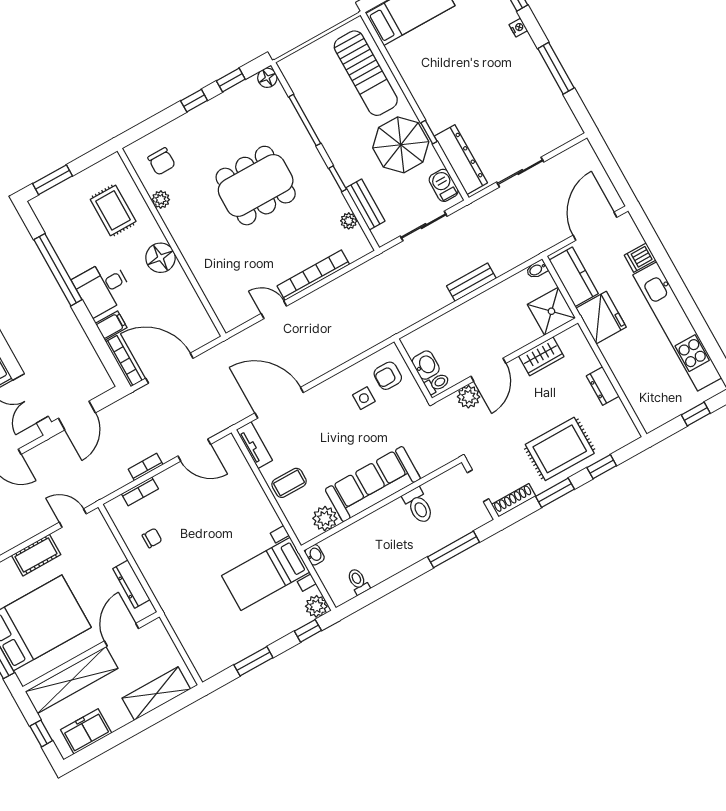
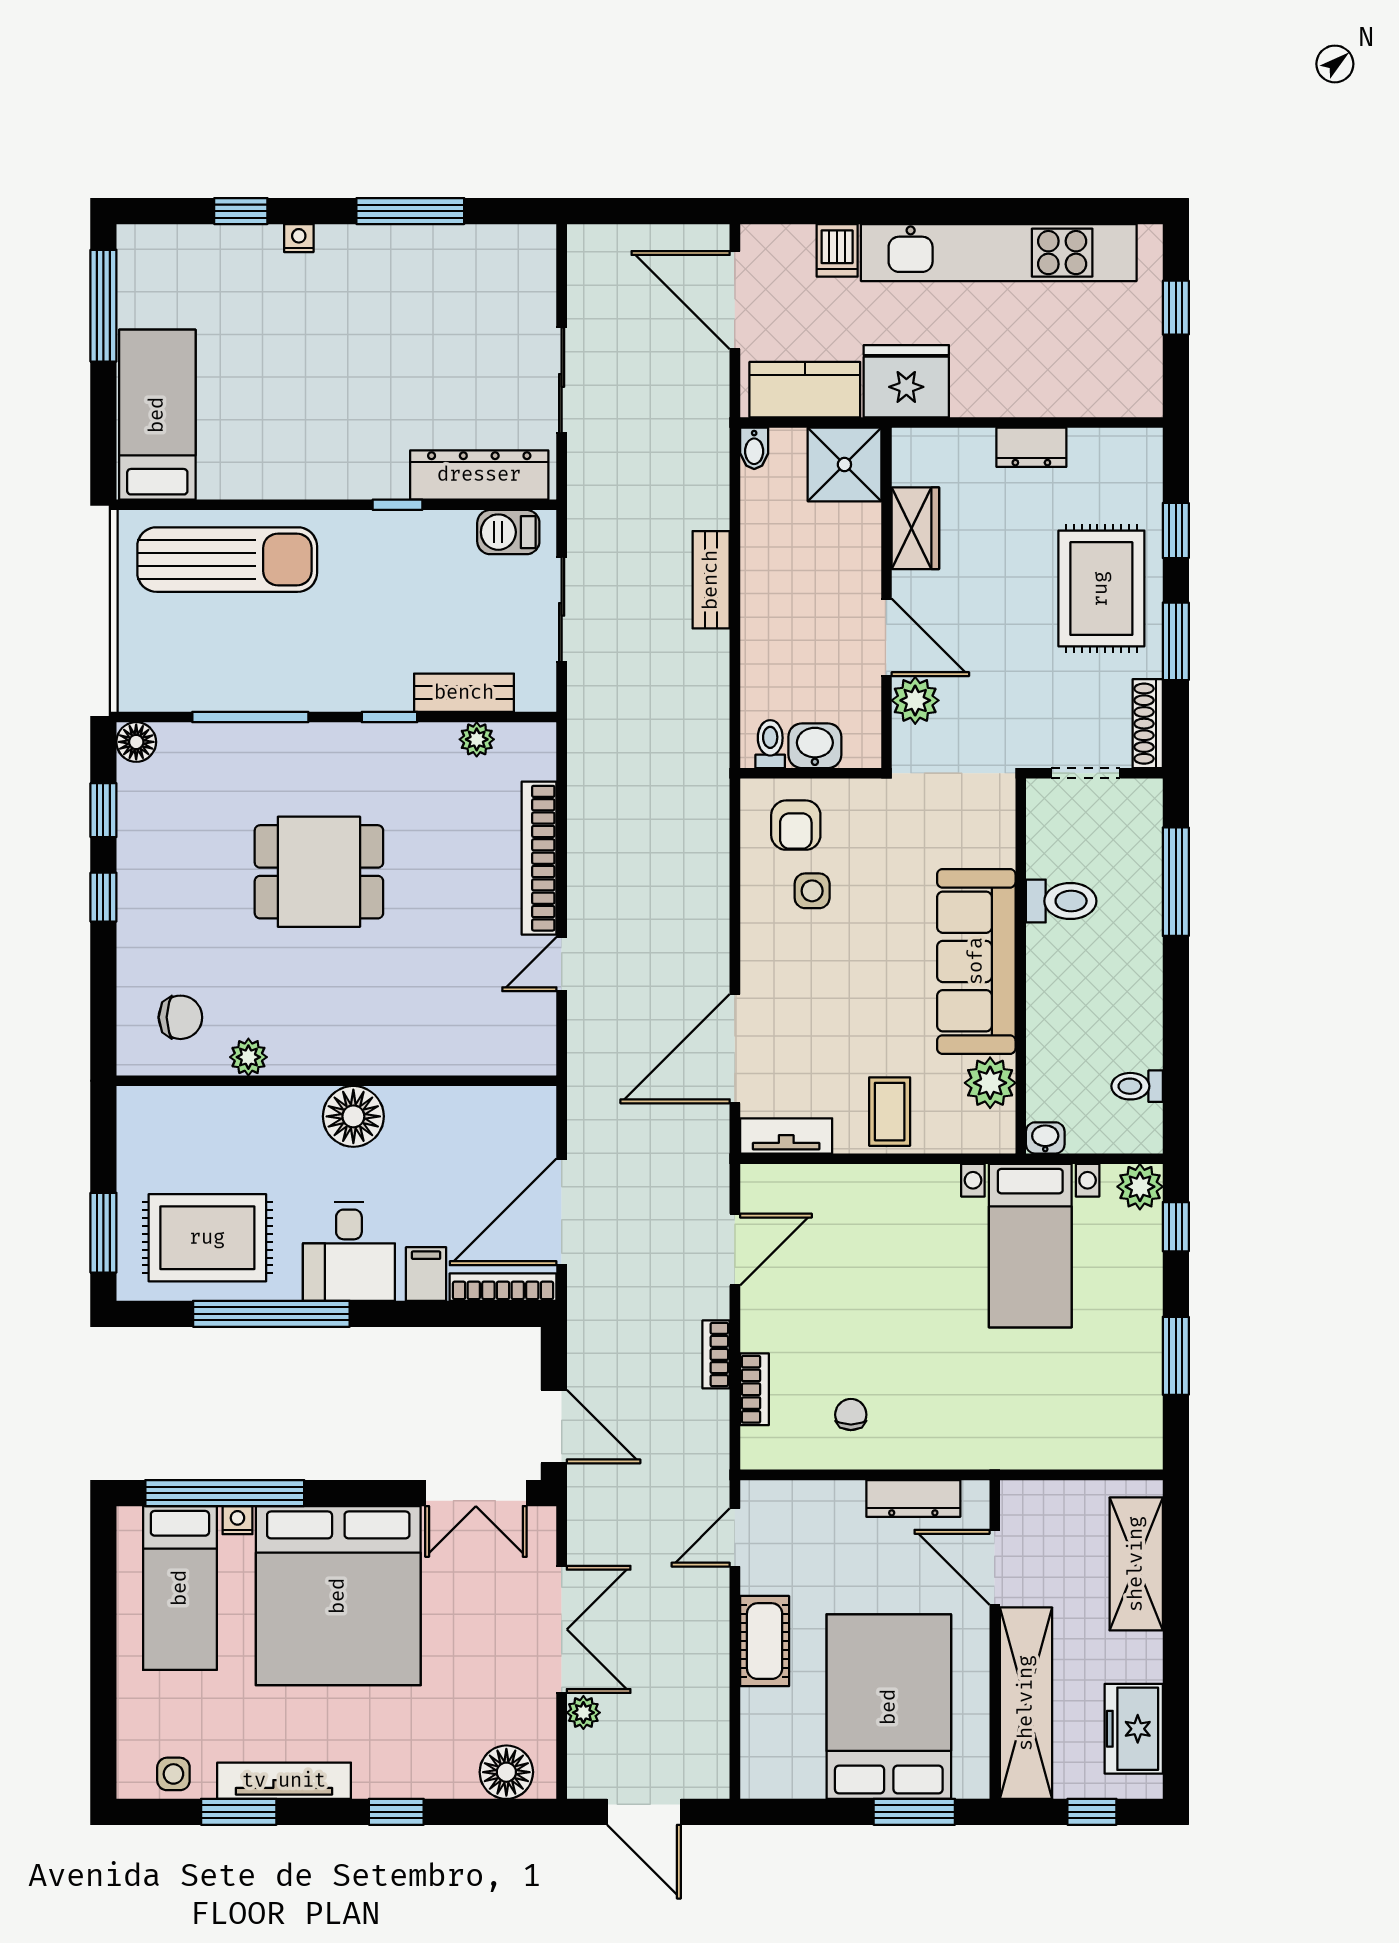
parasol: (401, 145) -> (392, 569), removed
dining table: (256, 186) -> (319, 872), width x0.73
rug: (113, 210) -> (207, 1238), moved, width x1.36, depth x1.43
toilet: (437, 384) -> (770, 744), moved

